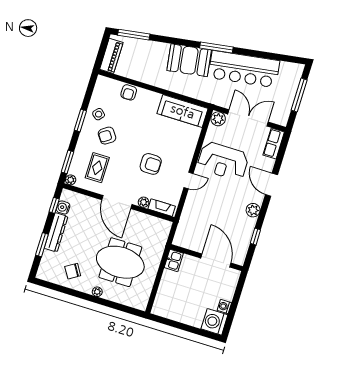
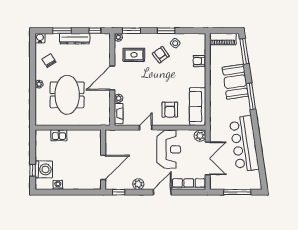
window: (216, 47) -> (251, 96), moved
booth: (189, 60) -> (235, 82), moved
row of seats: (274, 144) -> (189, 184), width x1.48
reception desk: (223, 161) -> (169, 149), turned 180
armchair: (151, 164) -> (170, 110), moved
door: (188, 181) -> (146, 128), swing flipped
water cooler: (63, 207) -> (40, 38), moved
wall: (206, 258) -> (103, 160), moved
kitchen sink: (174, 260) -> (59, 135), moved
door: (216, 261) -> (103, 167), moved
washing machine: (214, 322) -> (44, 169), moved, turned 90
window: (198, 331) -> (33, 170), added

